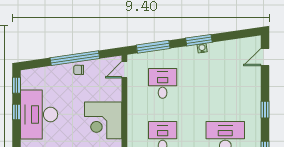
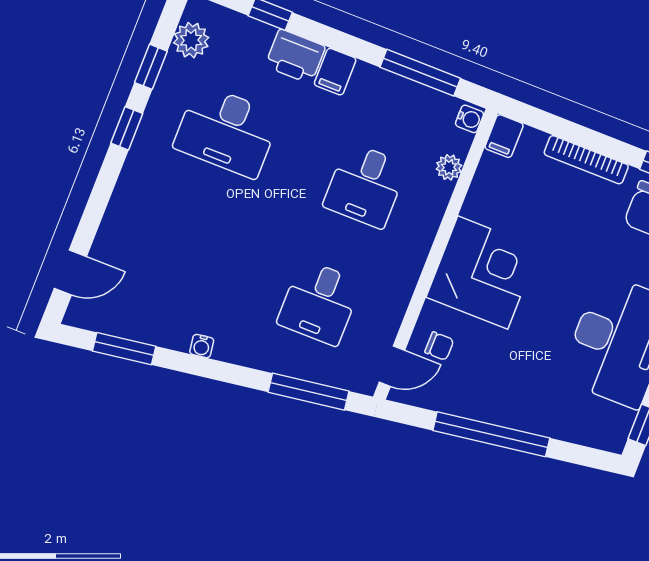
window: (199, 40) -> (124, 349), moved
chair: (79, 70) -> (439, 346), moved
window: (265, 110) -> (127, 128), moved

